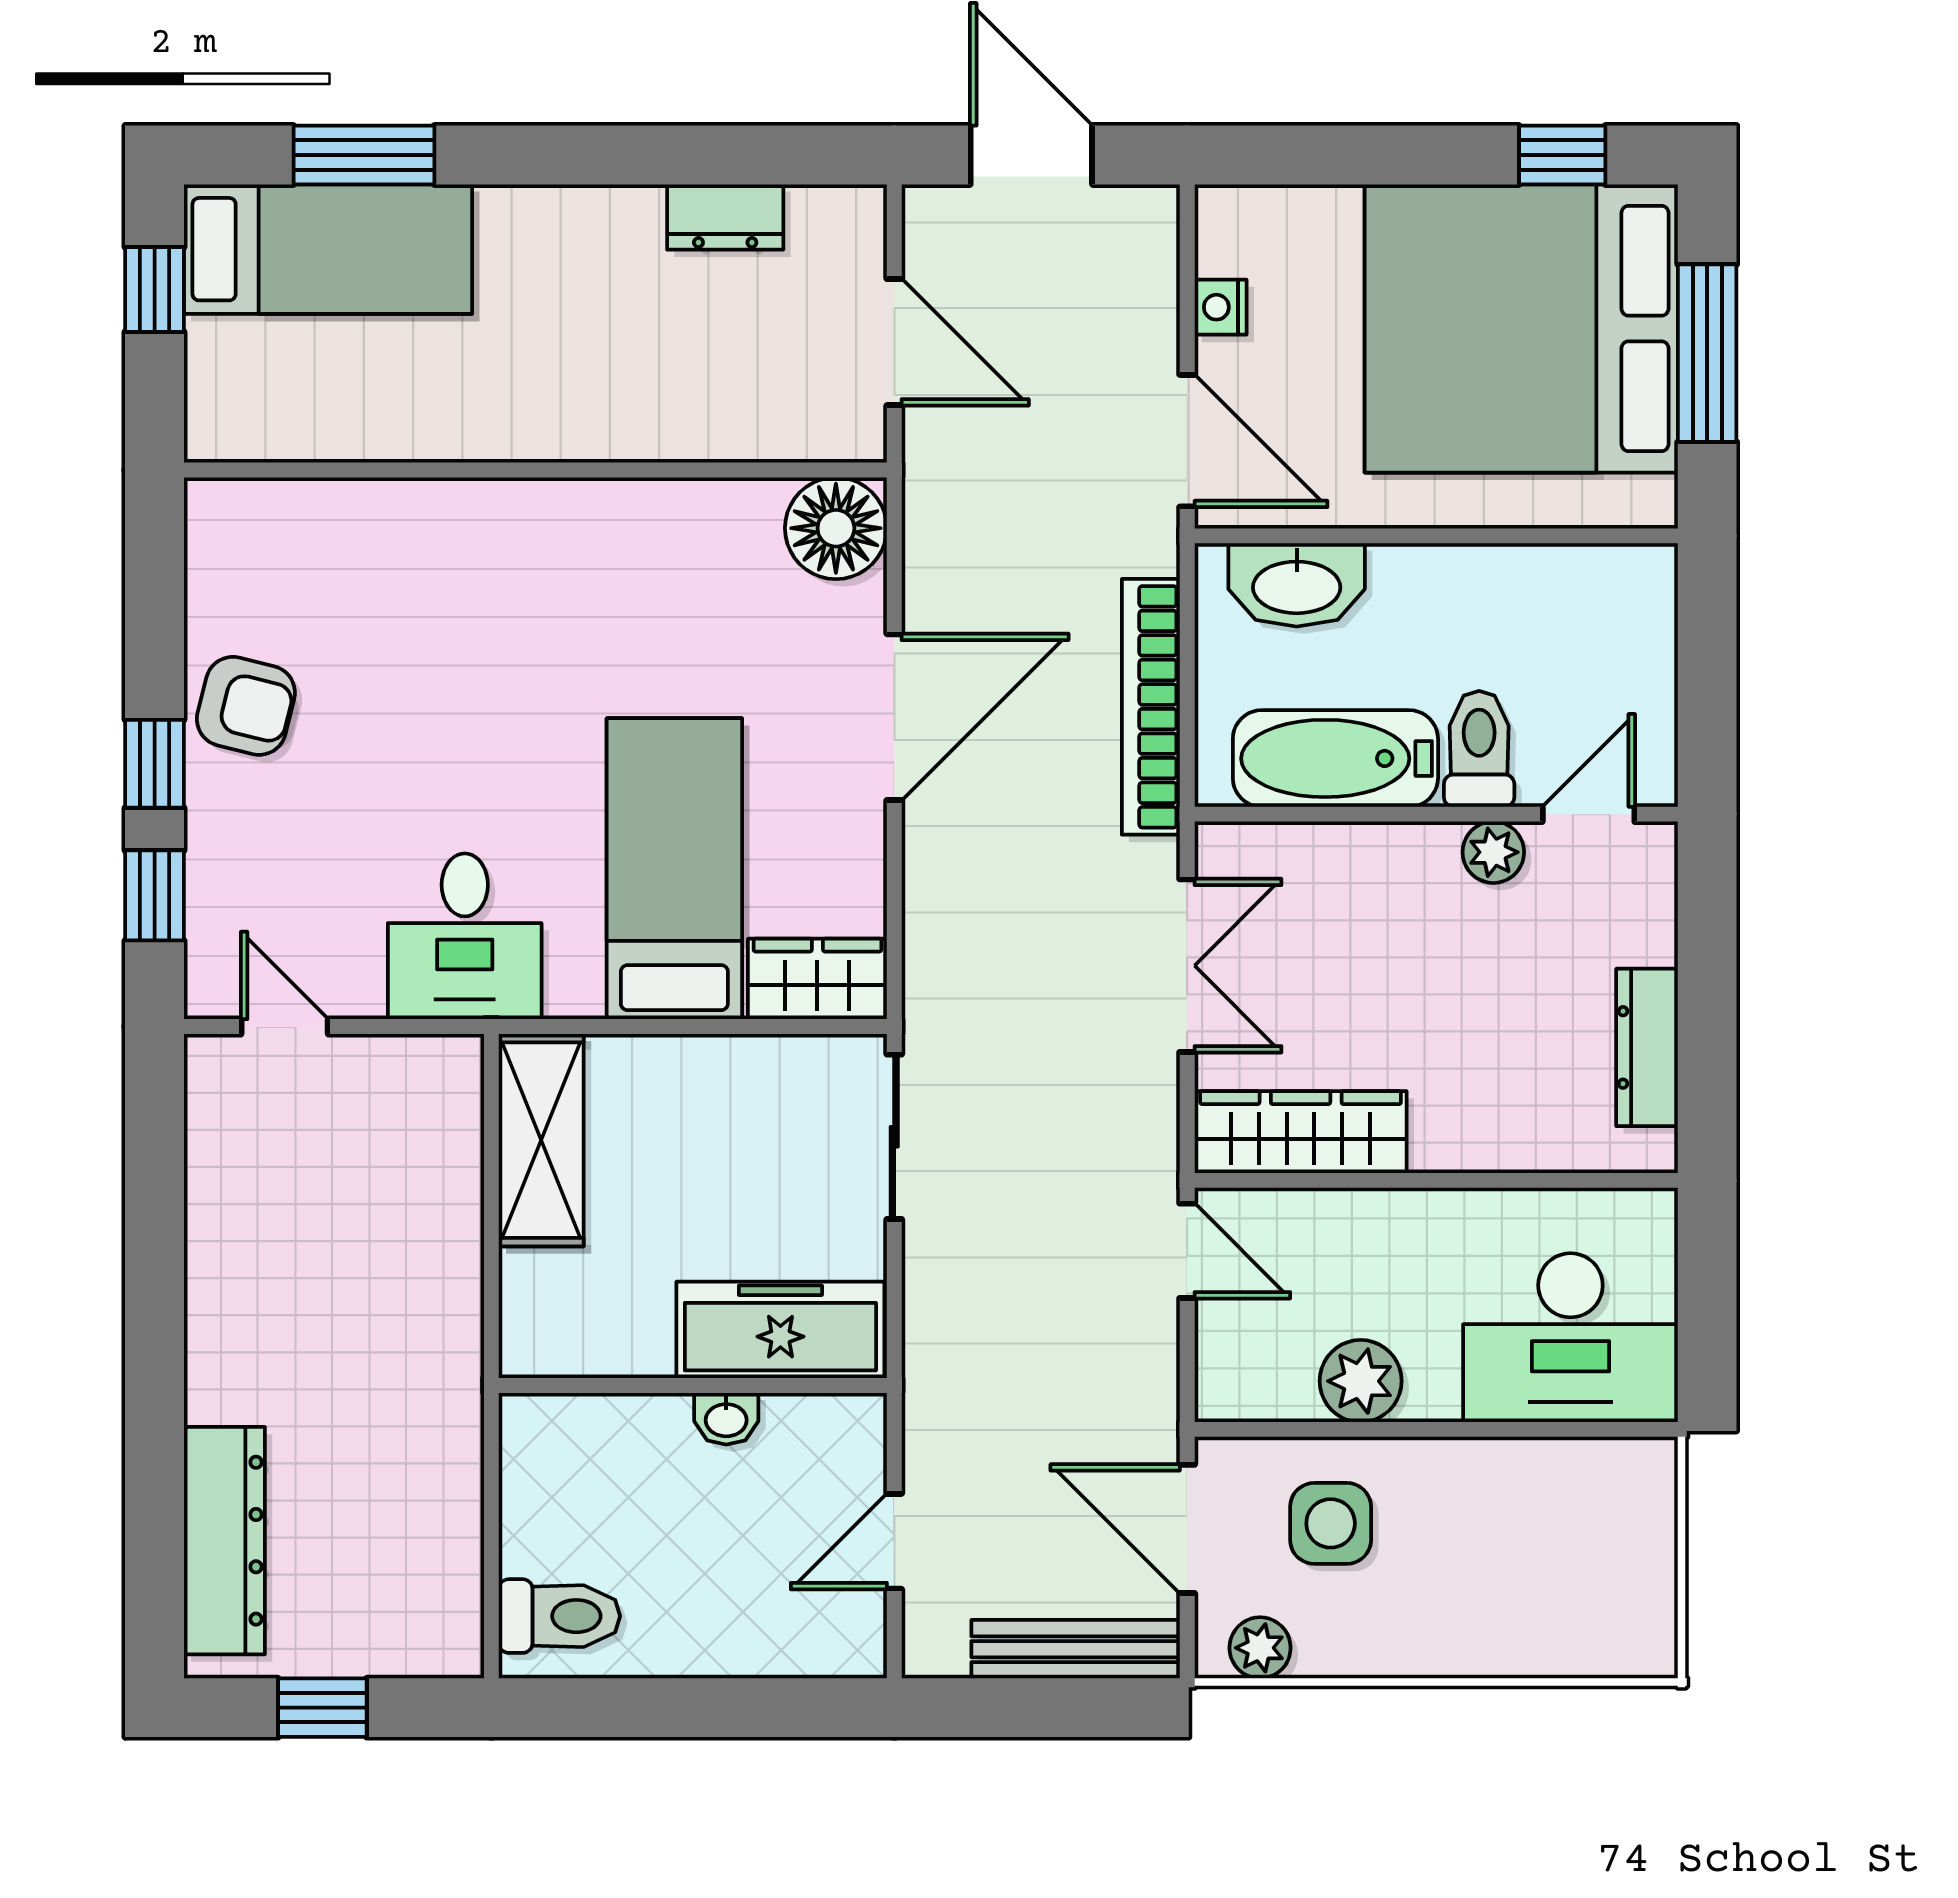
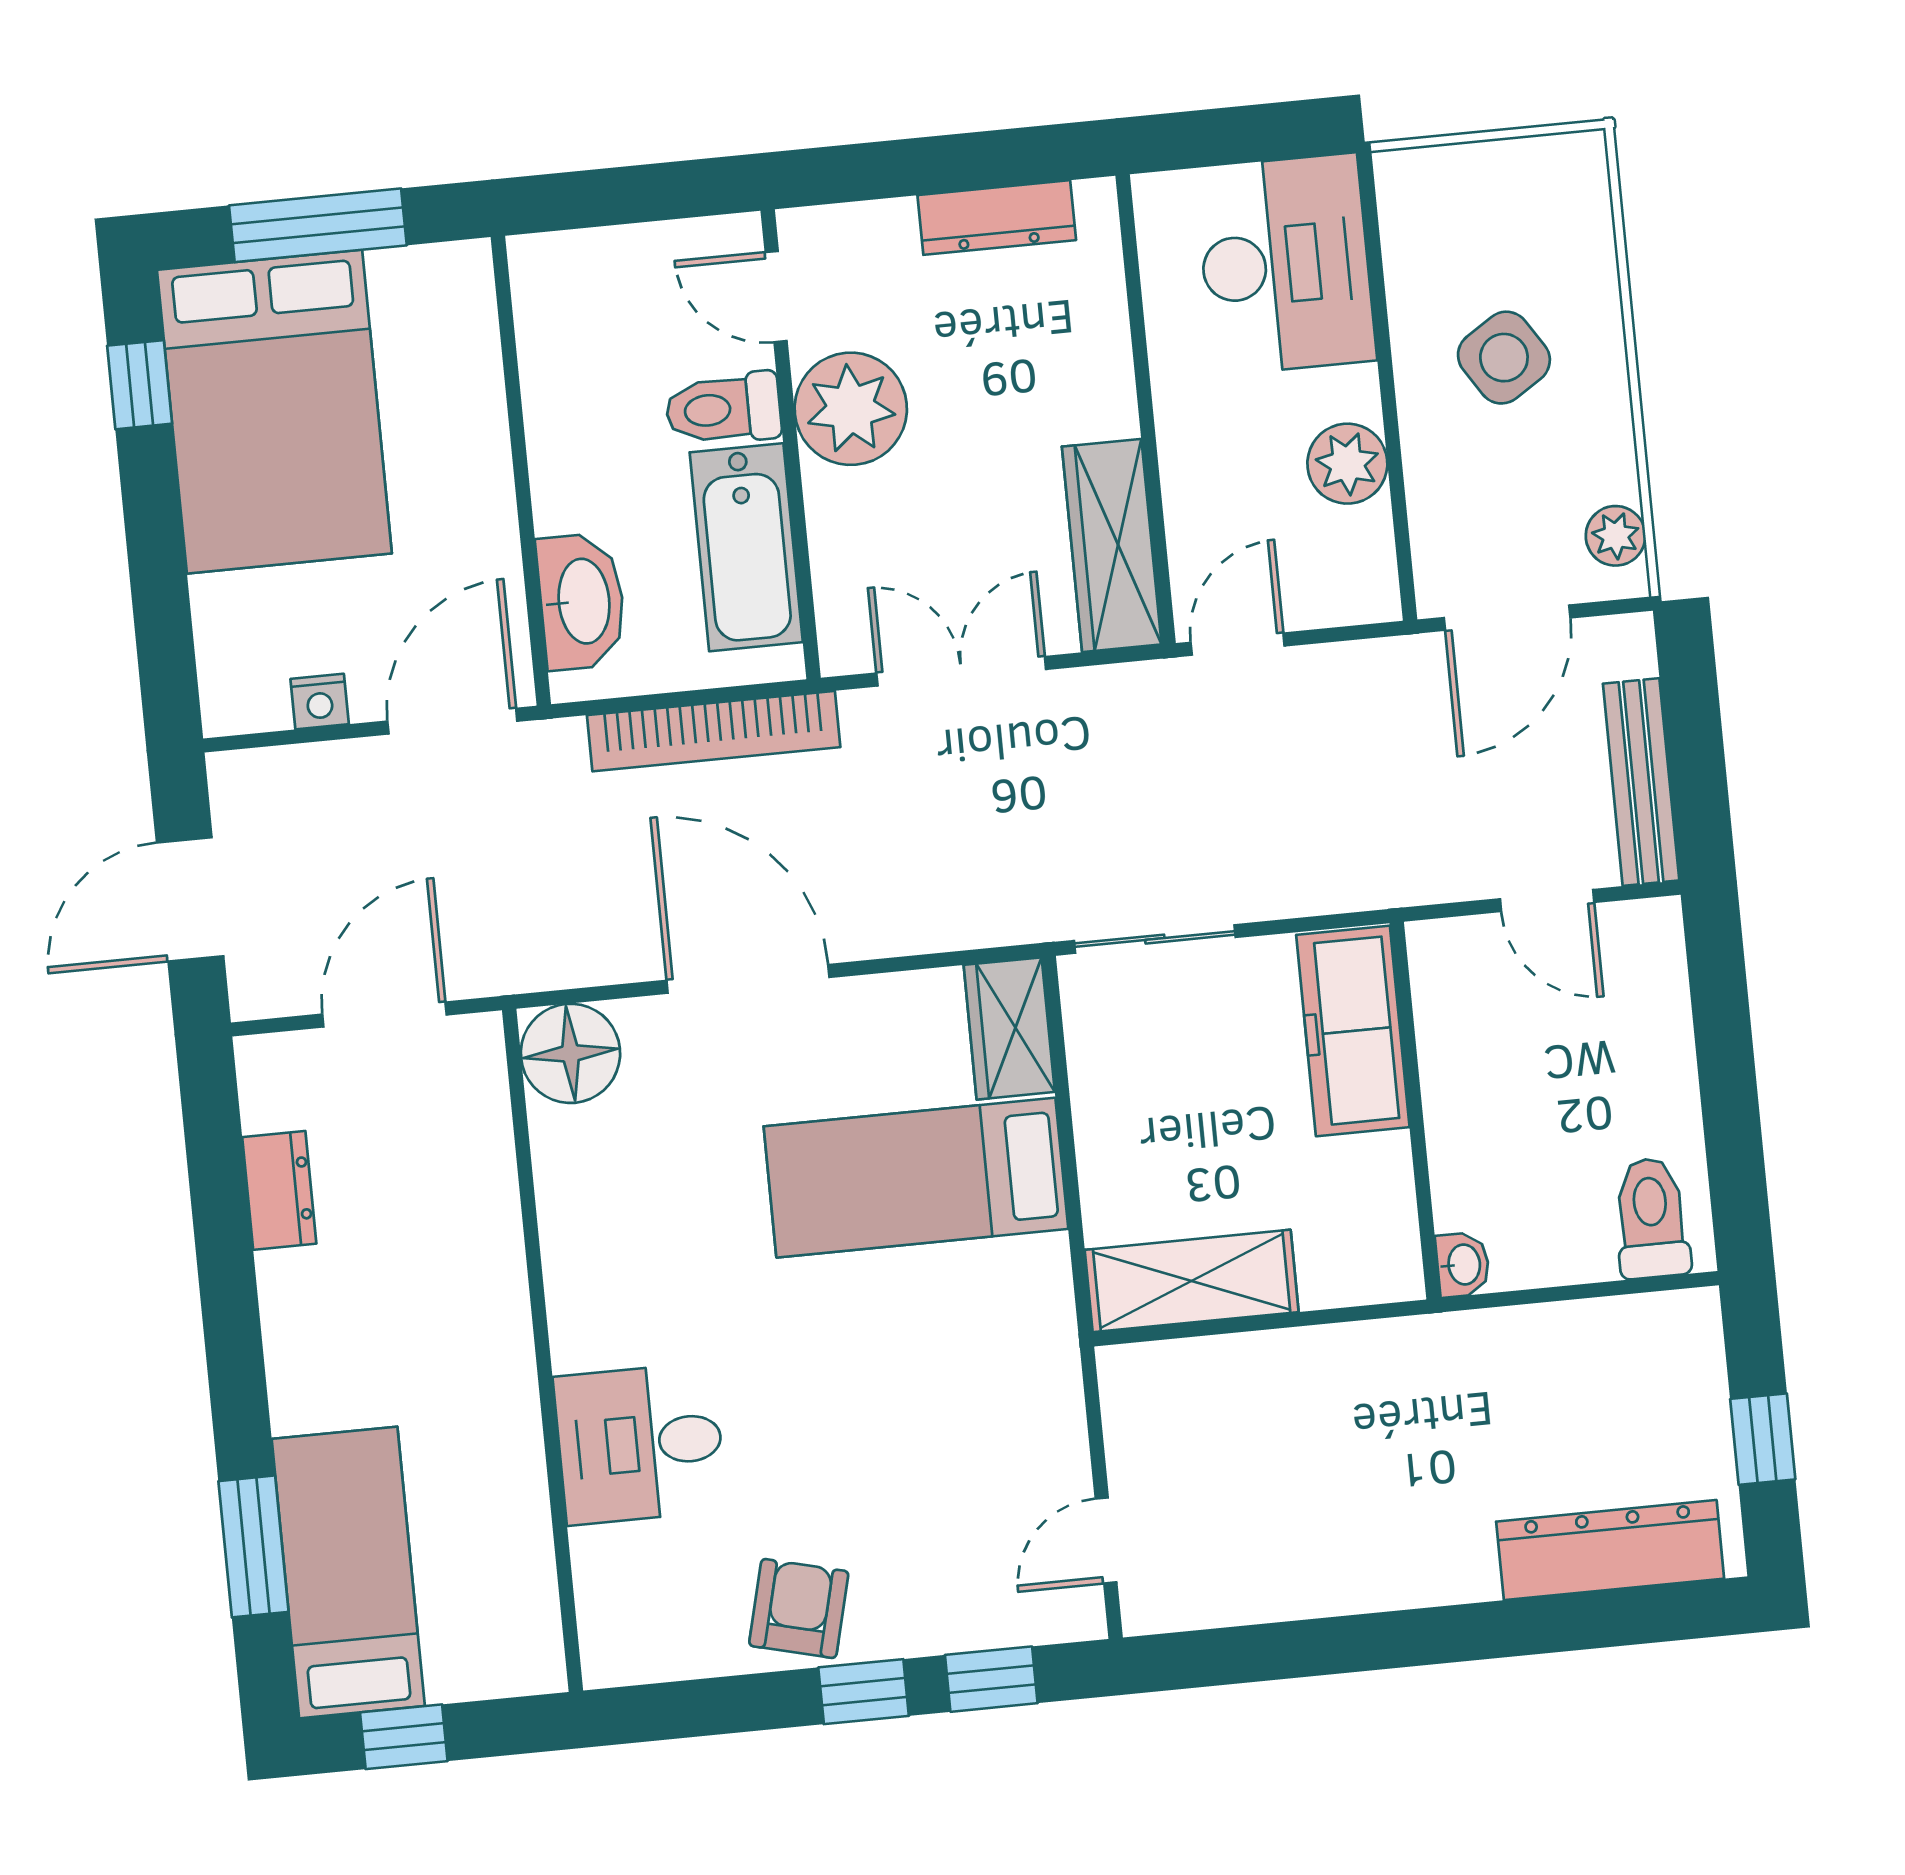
bed: (1521, 328) -> (274, 412), width x0.73
plant: (1493, 852) -> (851, 409), width x1.87, depth x1.87
desk: (465, 936) -> (640, 1444), moved, turned 180
washbasin: (726, 1419) -> (1463, 1265), moved
side table: (1331, 1523) -> (1504, 358), moved, turned -33
bench: (1076, 1649) -> (1641, 782), moved

